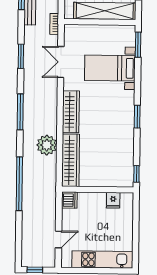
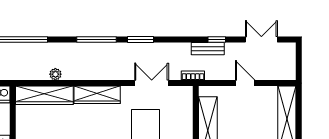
window: (21, 56) -> (140, 39), moved
plant: (47, 145) -> (55, 74), width x0.53, depth x0.53

